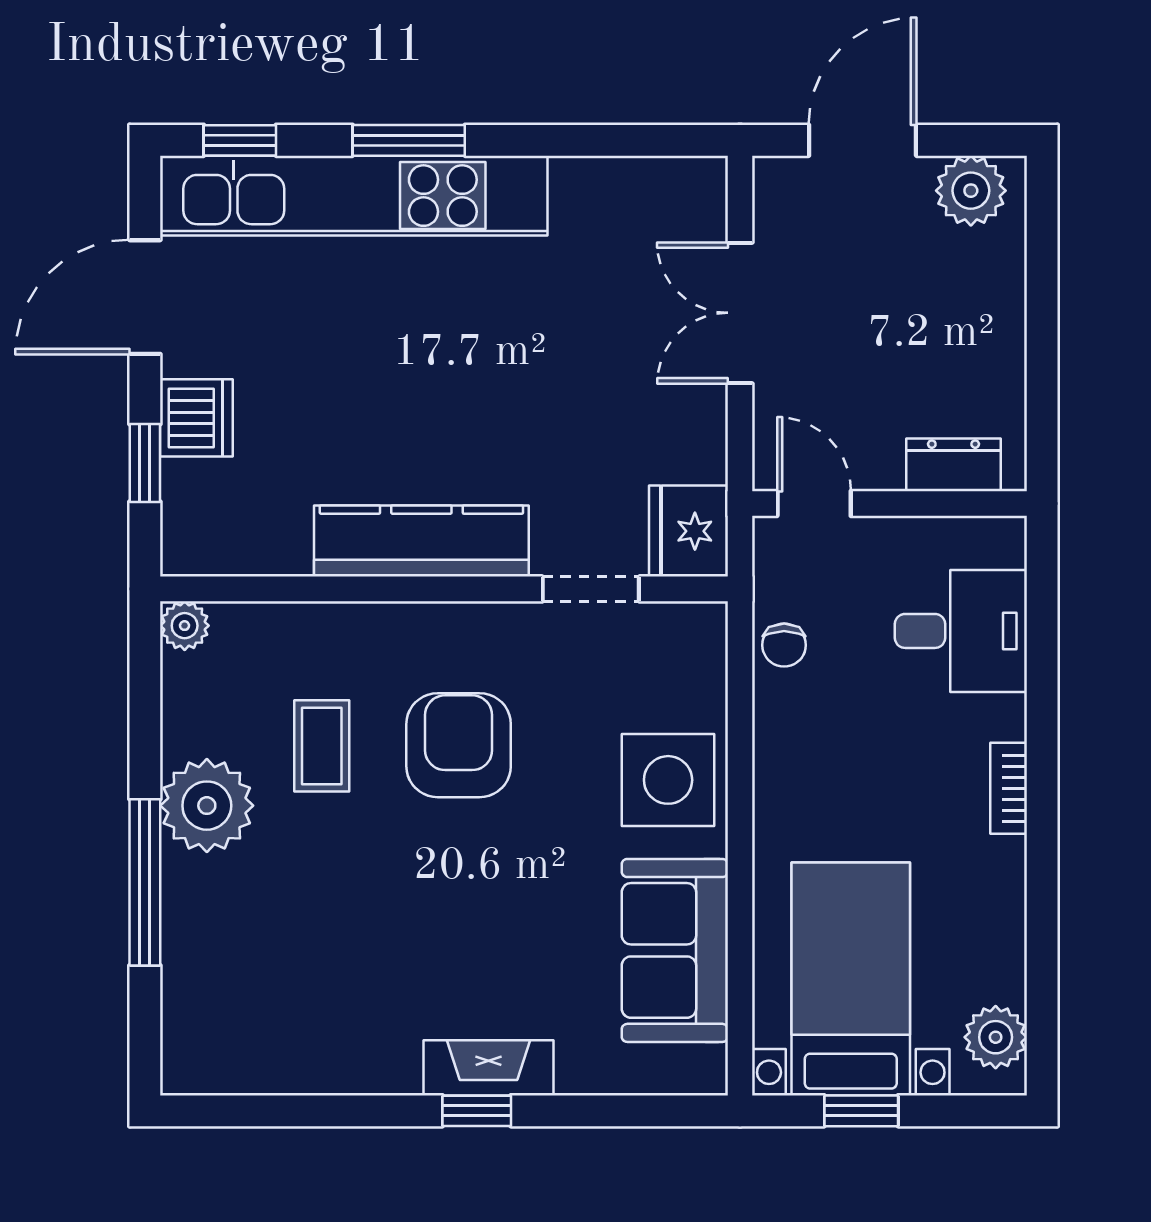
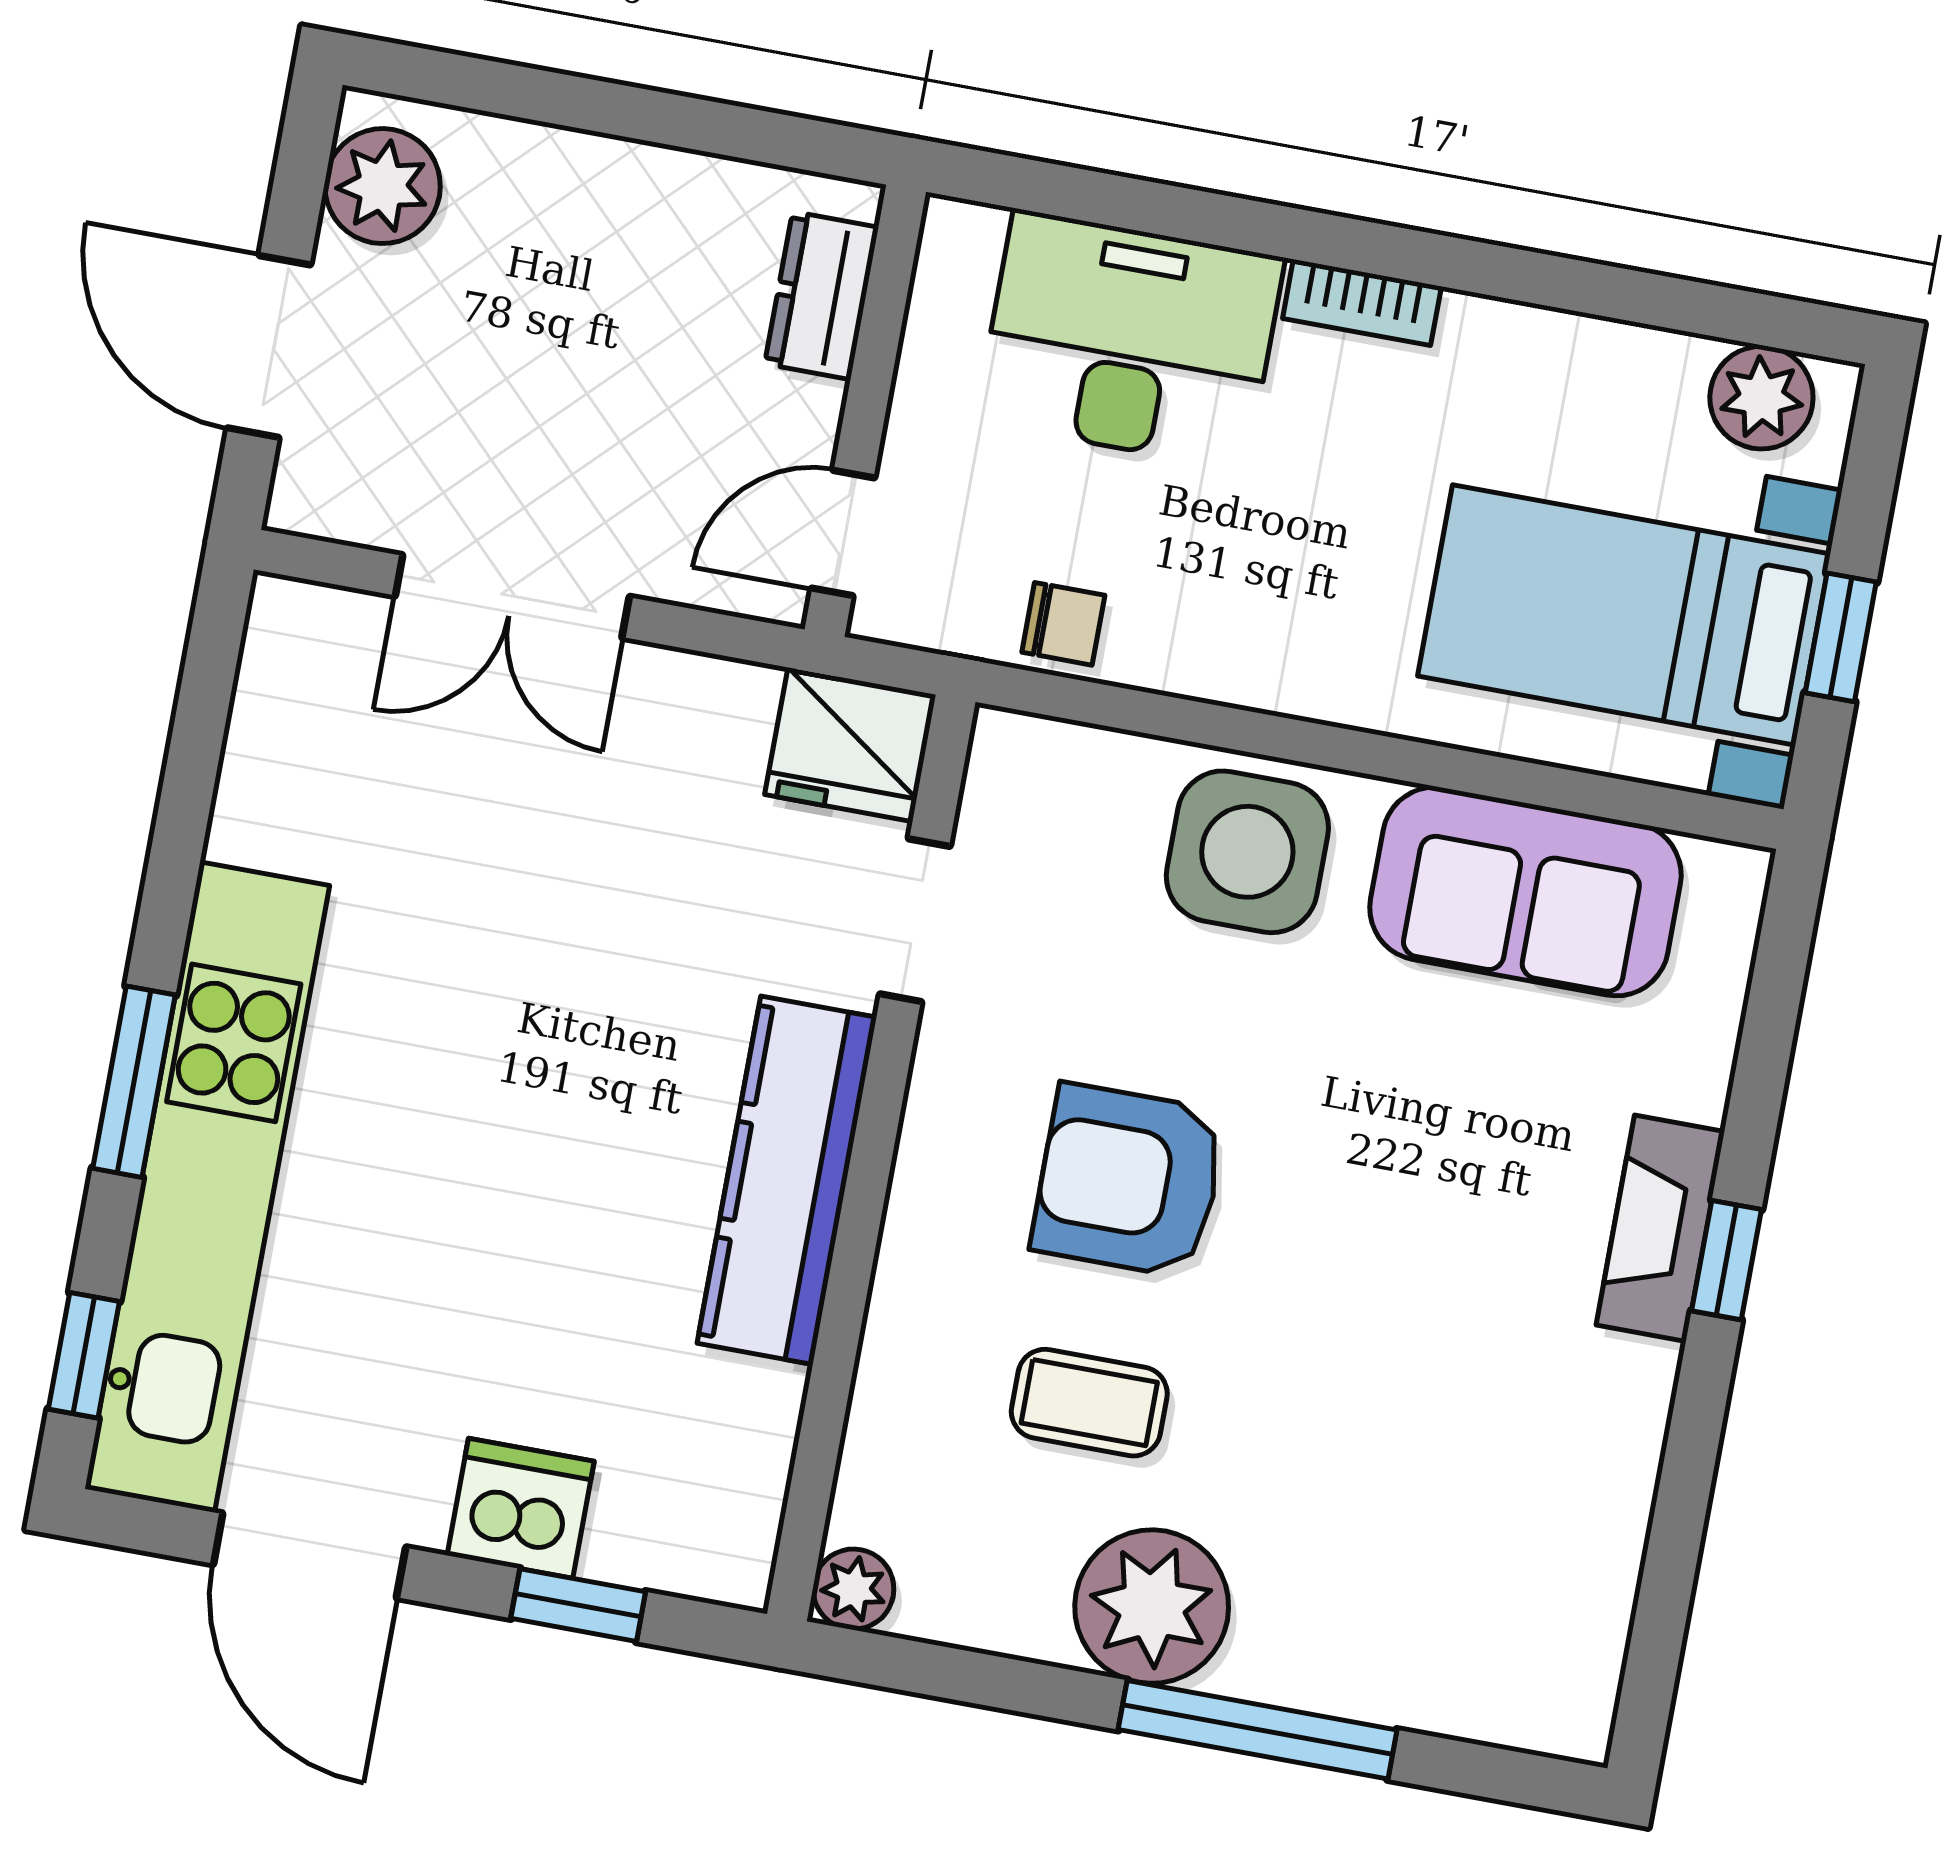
desk: (961, 631) -> (1130, 340), width x1.37

